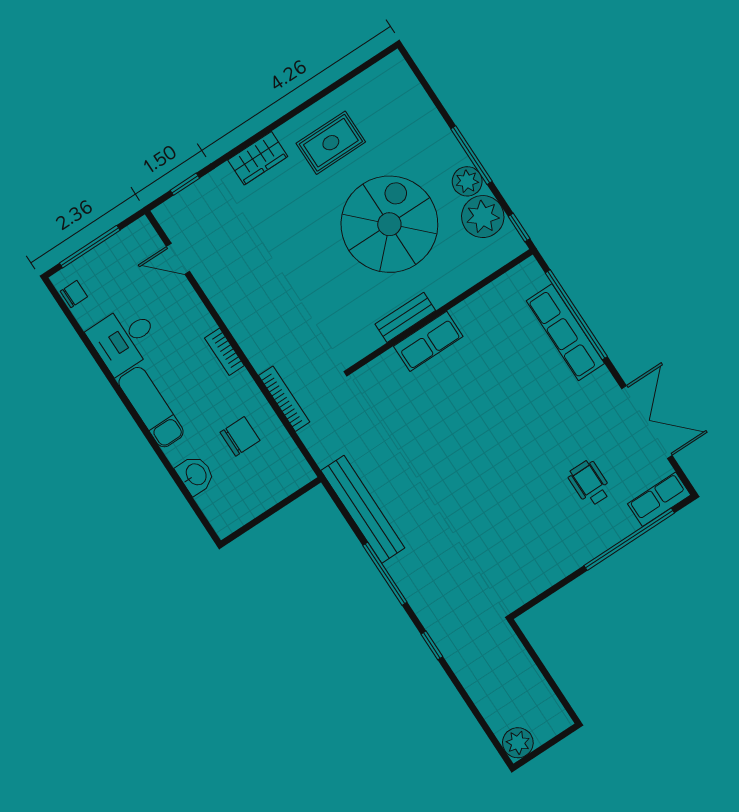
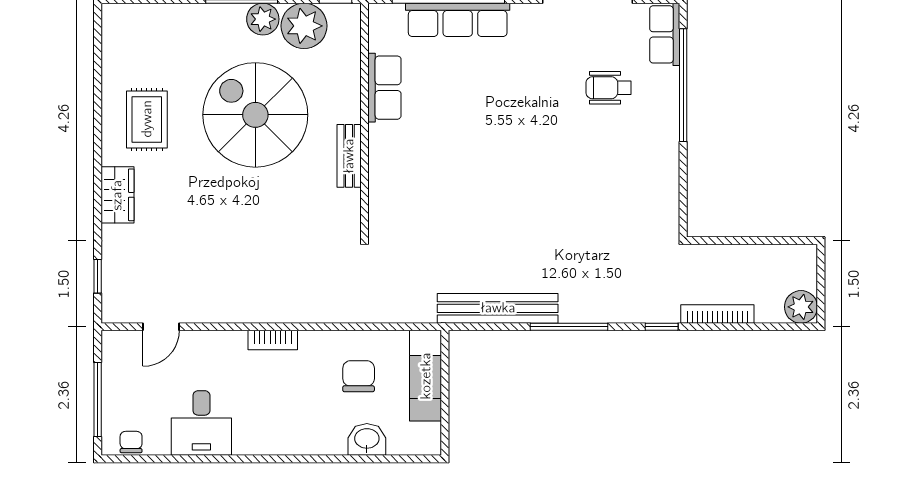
row of seats: (428, 341) -> (384, 88), moved
bookcase: (284, 399) -> (717, 314), moved
exam couch: (151, 407) -> (426, 376), moved, turned -90

